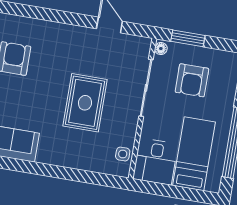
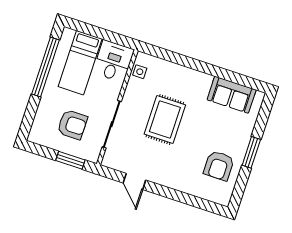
floor lamp: (161, 49) -> (94, 155), removed
armchair: (192, 80) -> (72, 125), turned 90

